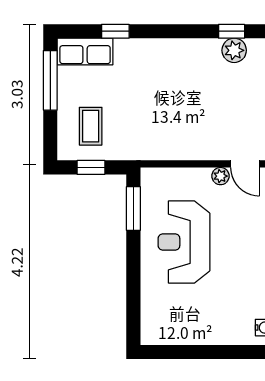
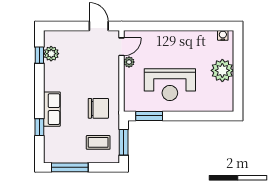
row of seats: (85, 51) -> (52, 109), moved
chair: (146, 126) -> (98, 108), added
window: (91, 167) -> (124, 142), width x1.50
plant: (207, 327) -> (222, 70), added

